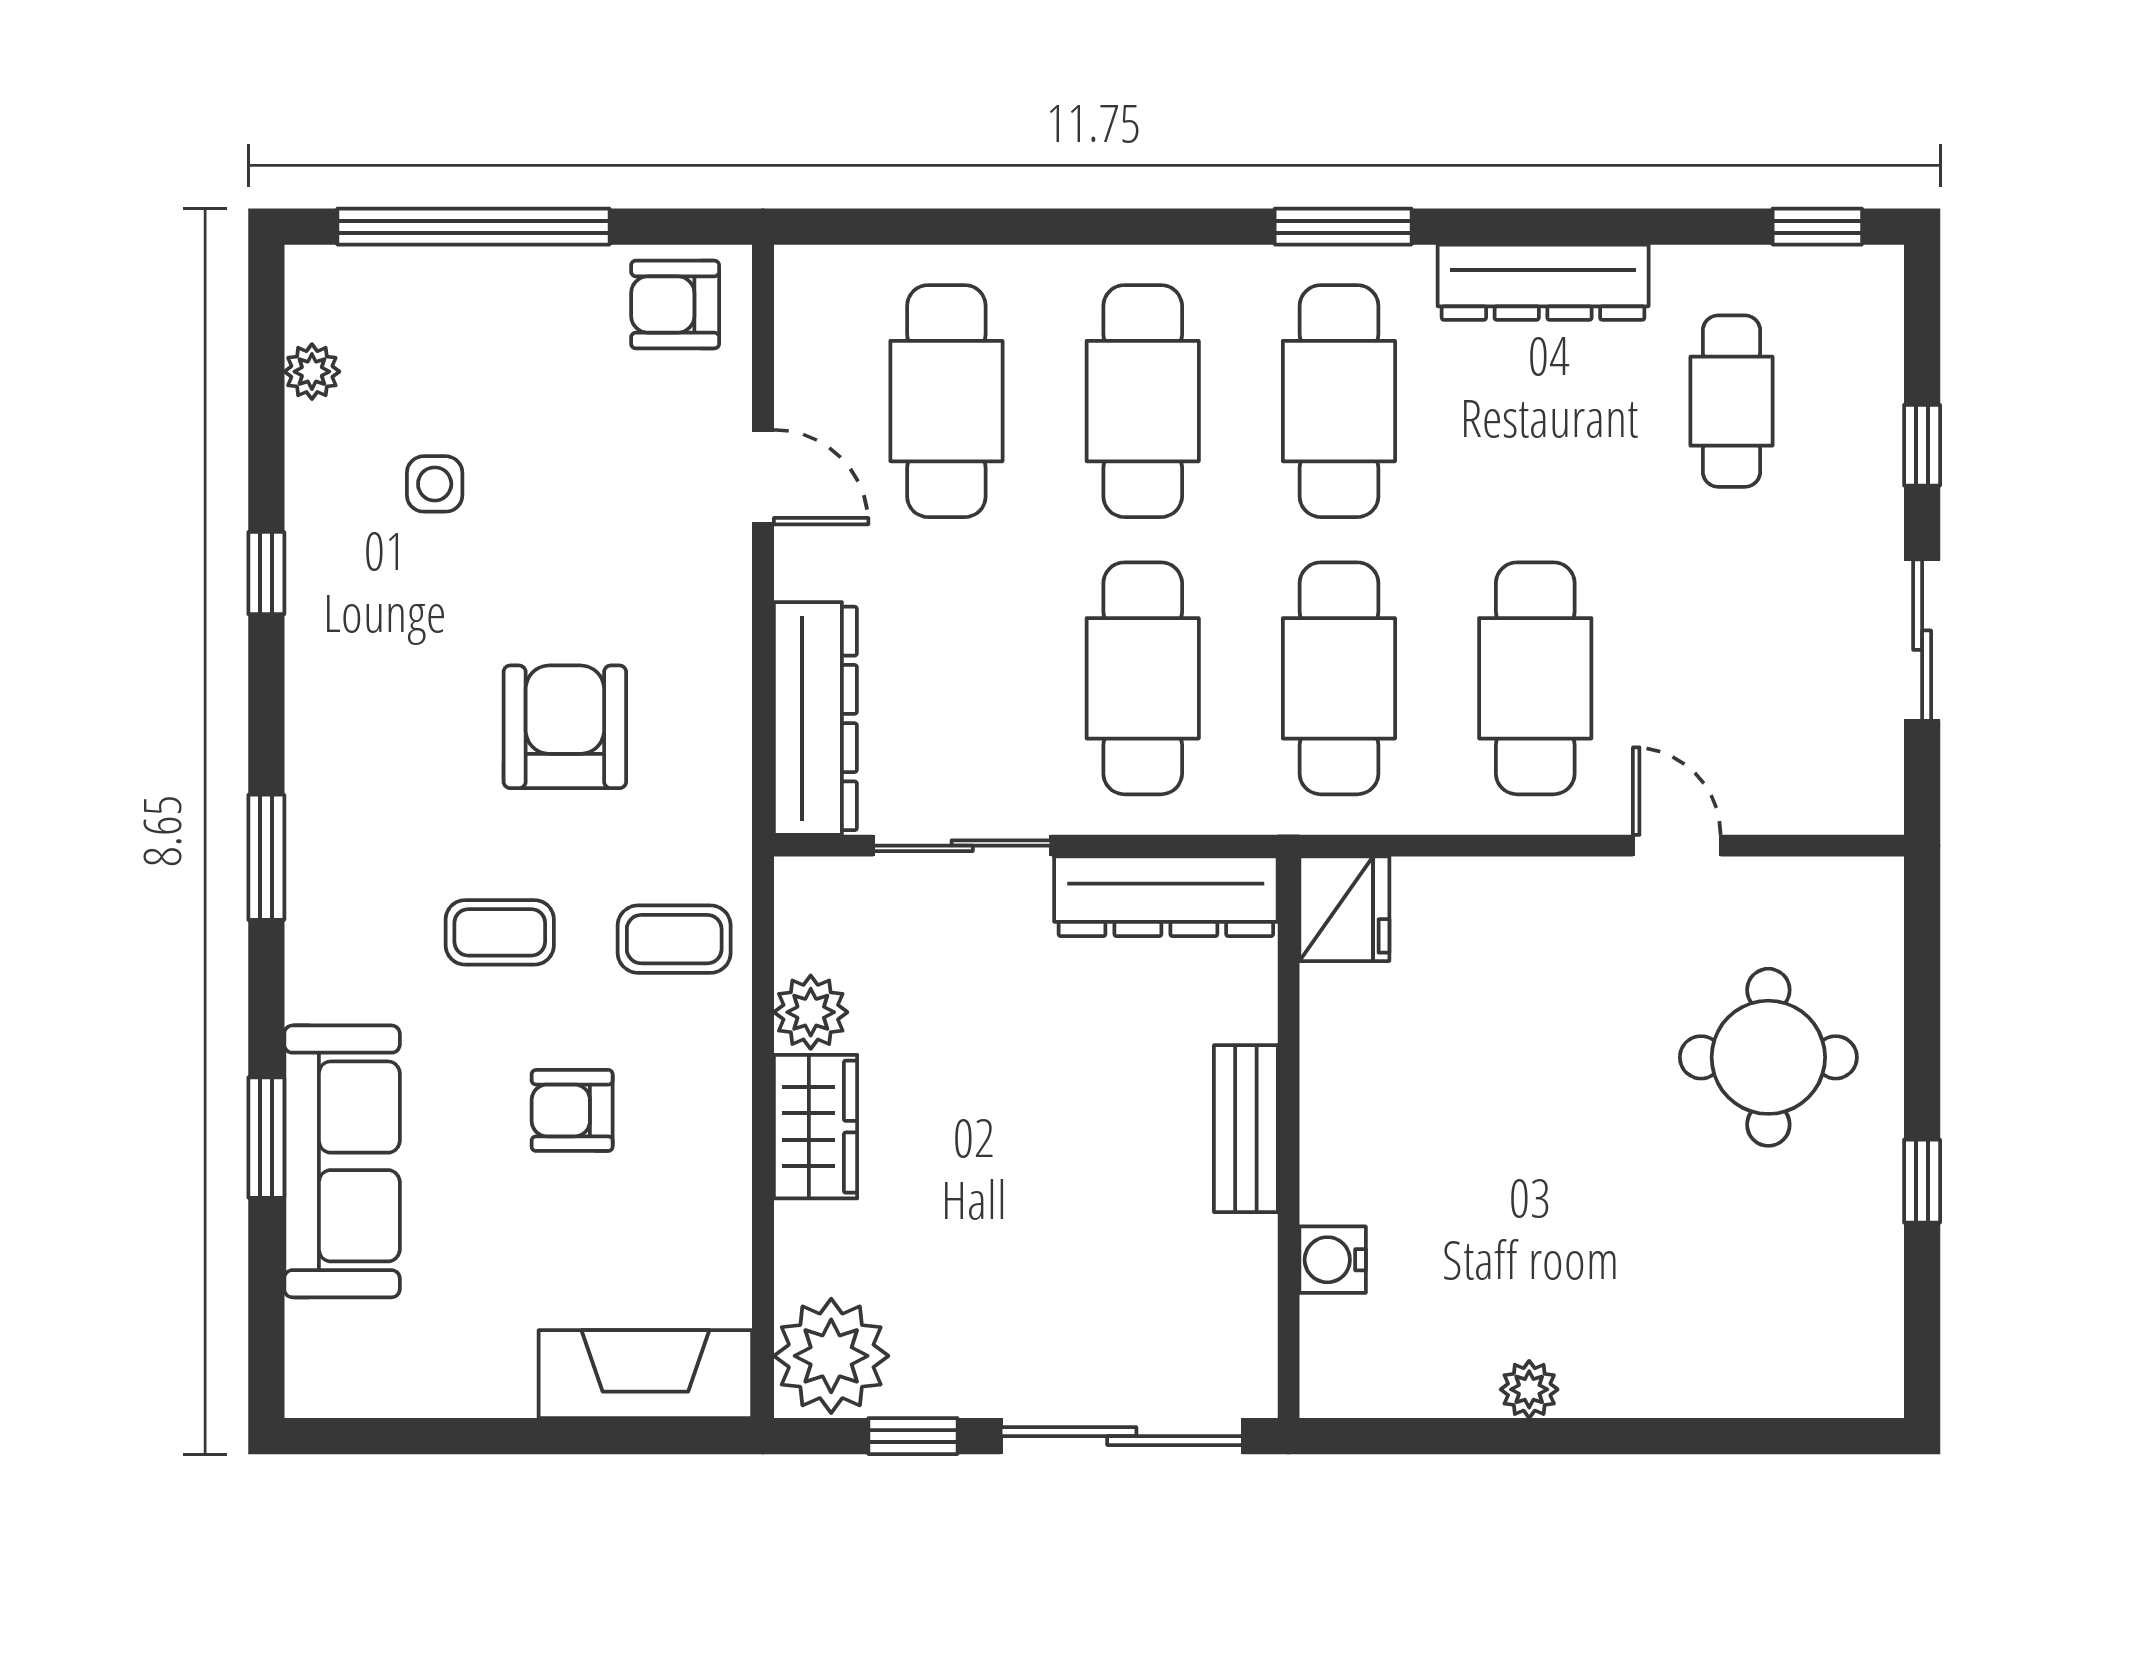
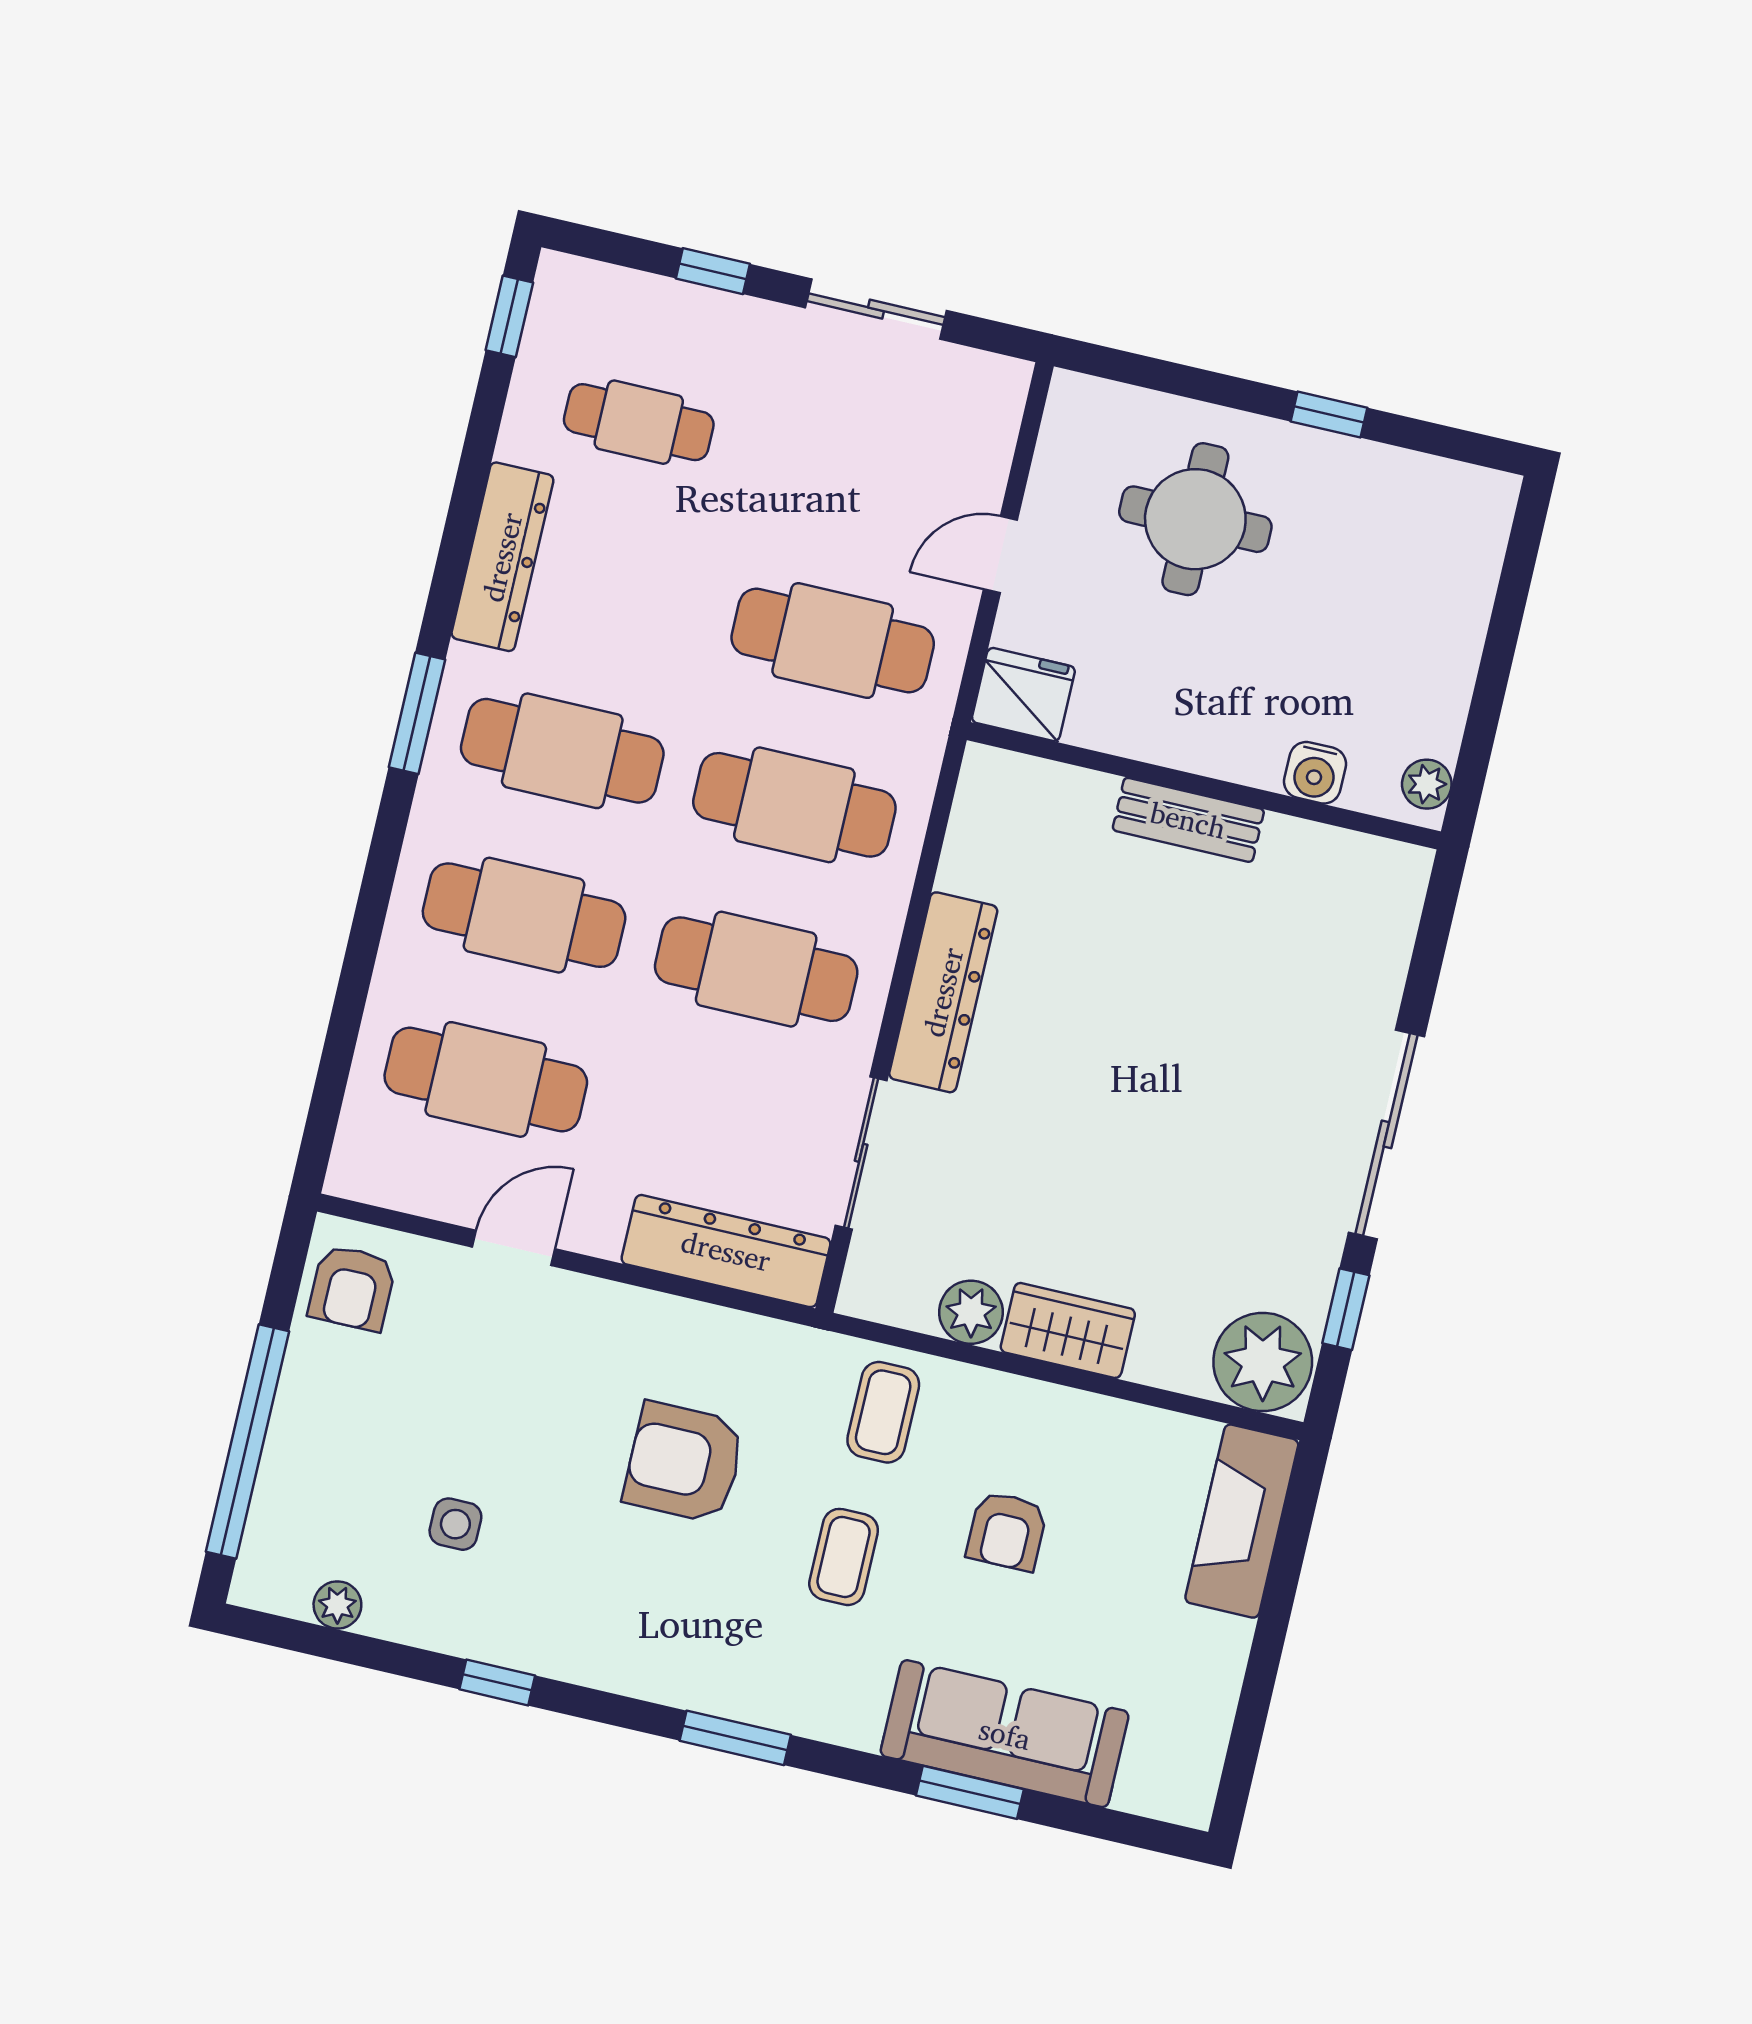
fridge: (1344, 909) -> (1023, 695), moved
bench: (1246, 1129) -> (1188, 820), moved
wall: (1289, 1137) -> (1204, 786), moved
water cooler: (1333, 1260) -> (1315, 773), moved

